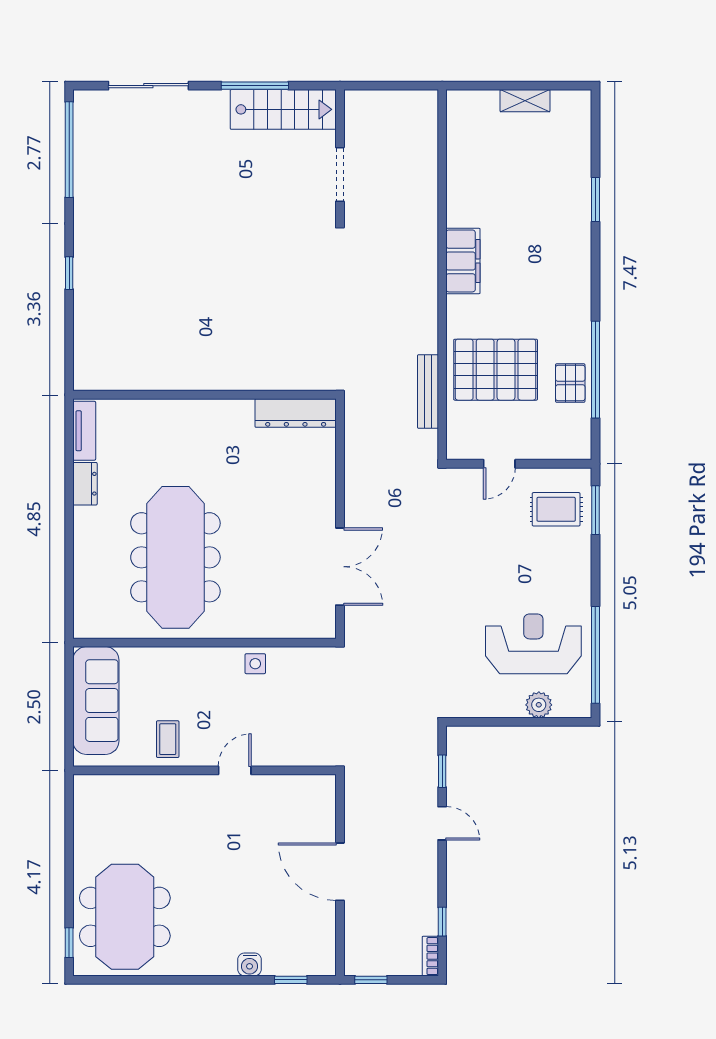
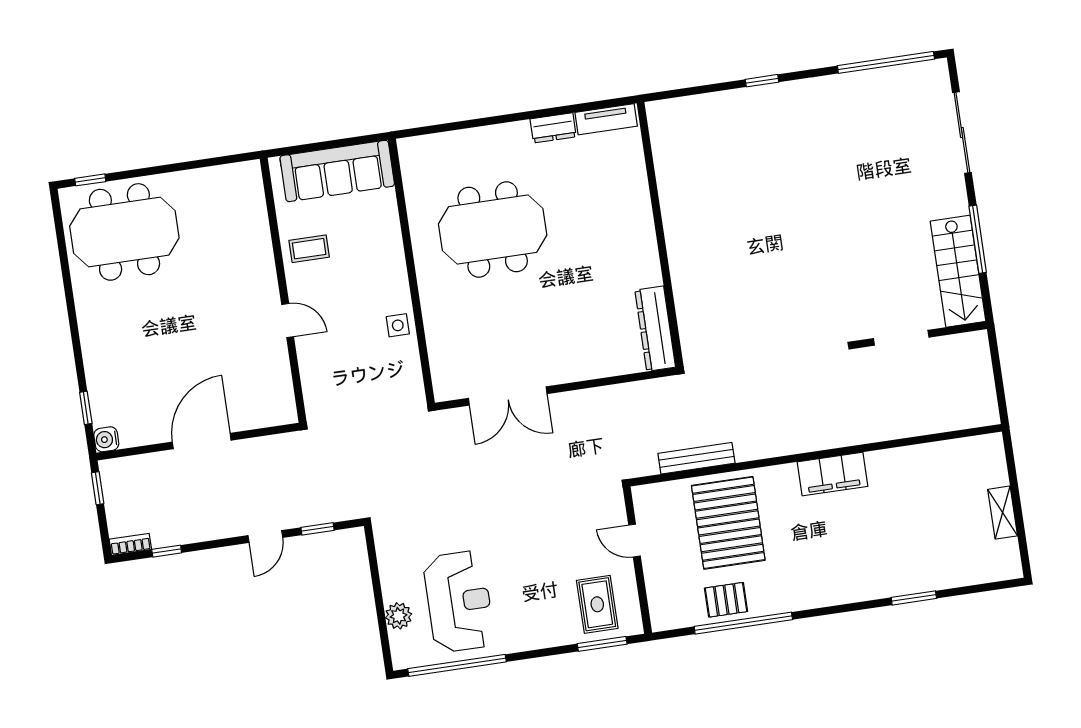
meeting table: (175, 557) -> (493, 230), width x0.73
water cooler: (250, 964) -> (106, 439), moved

